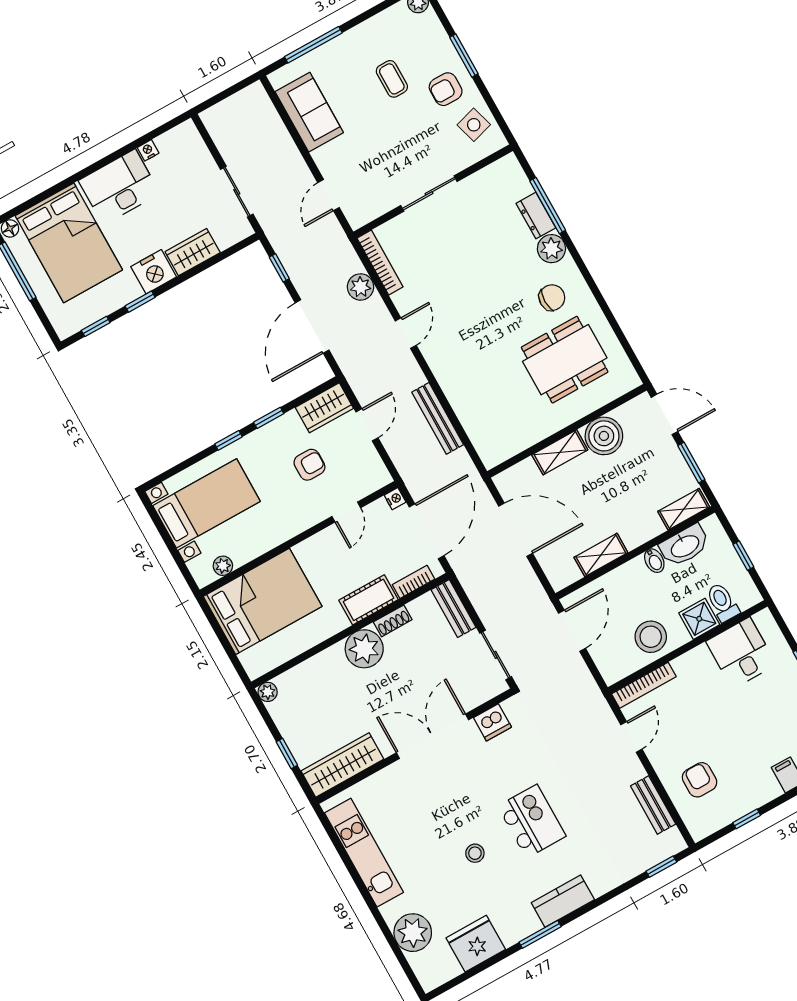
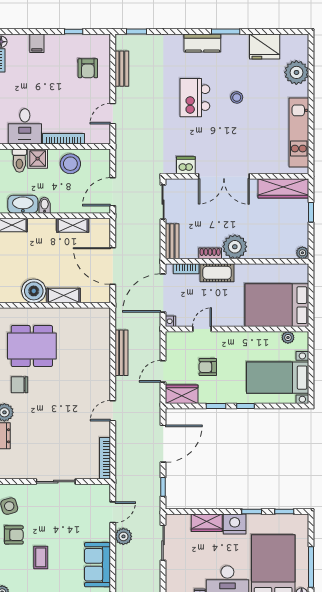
plant: (361, 287) -> (123, 536), moved
bookcase: (644, 685) -> (63, 139), moved

